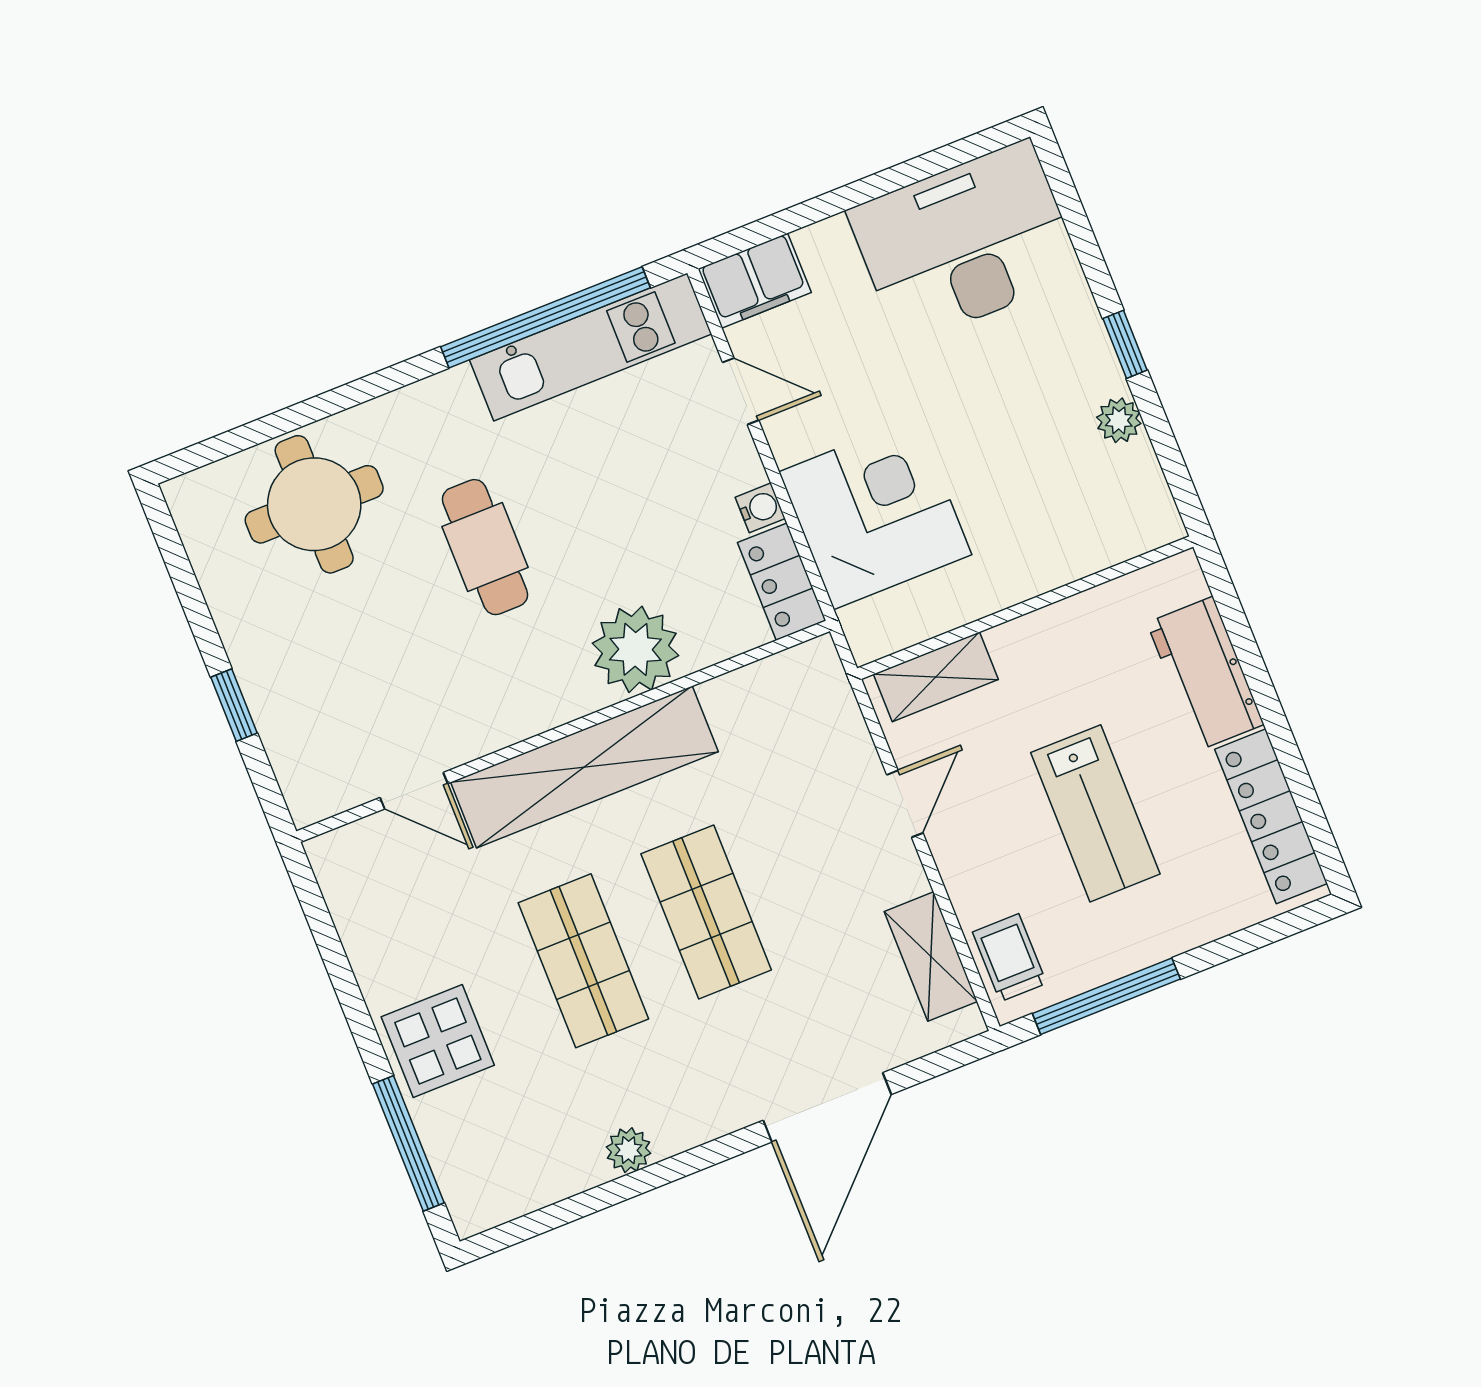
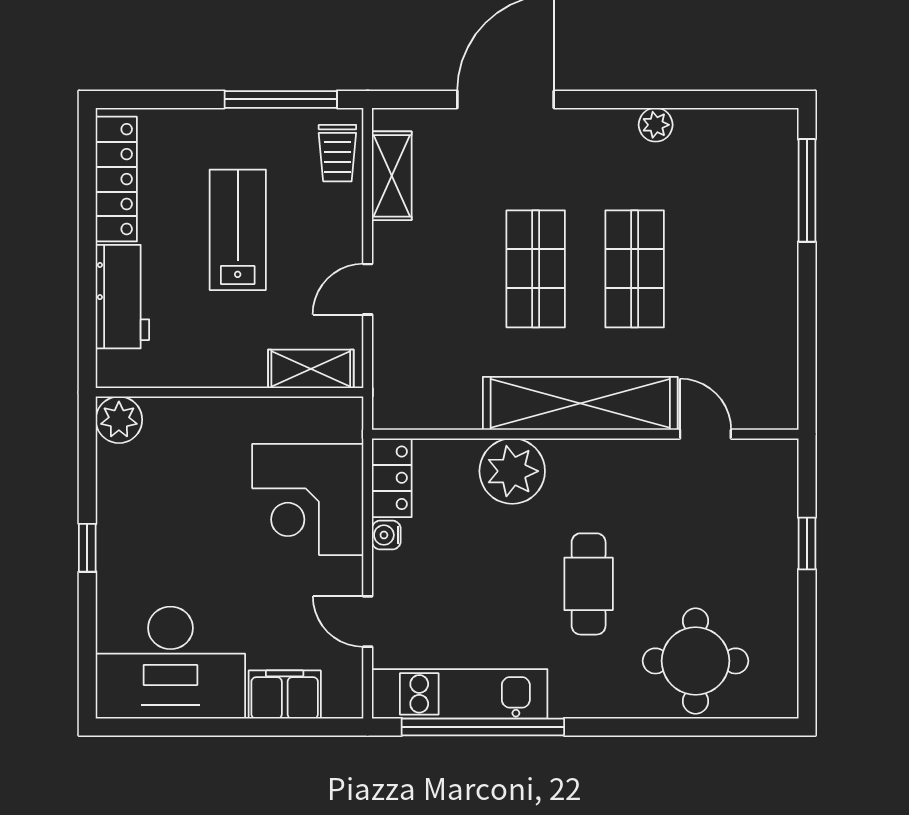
filing cabinet: (755, 281) -> (285, 695), moved
plant: (1119, 420) -> (119, 420), moved, width x1.38, depth x1.38
display table: (438, 1041) -> (758, 253), removed

